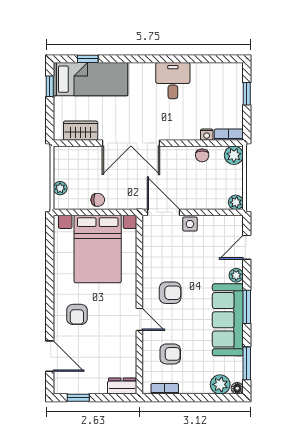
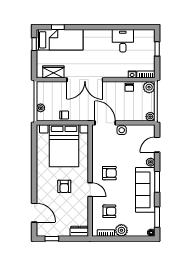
desk: (173, 81) -> (123, 41), moved
armchair: (77, 314) -> (64, 186), moved
plant: (220, 384) -> (121, 230), moved

